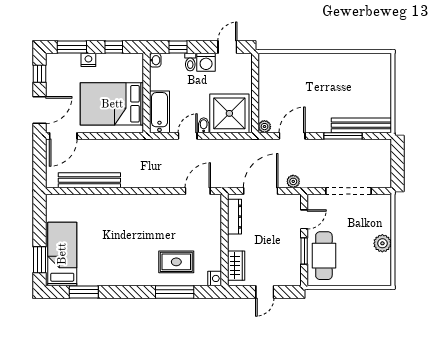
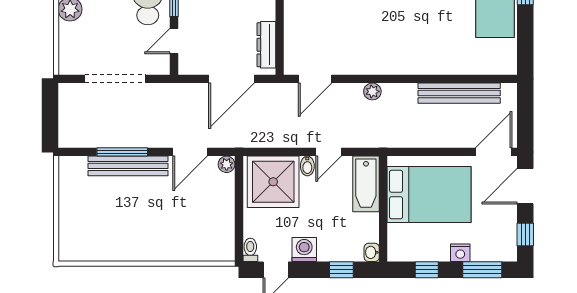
toilet: (190, 62) -> (250, 250), moved
bench: (361, 125) -> (128, 166), moved
plant: (293, 181) -> (372, 91), moved

